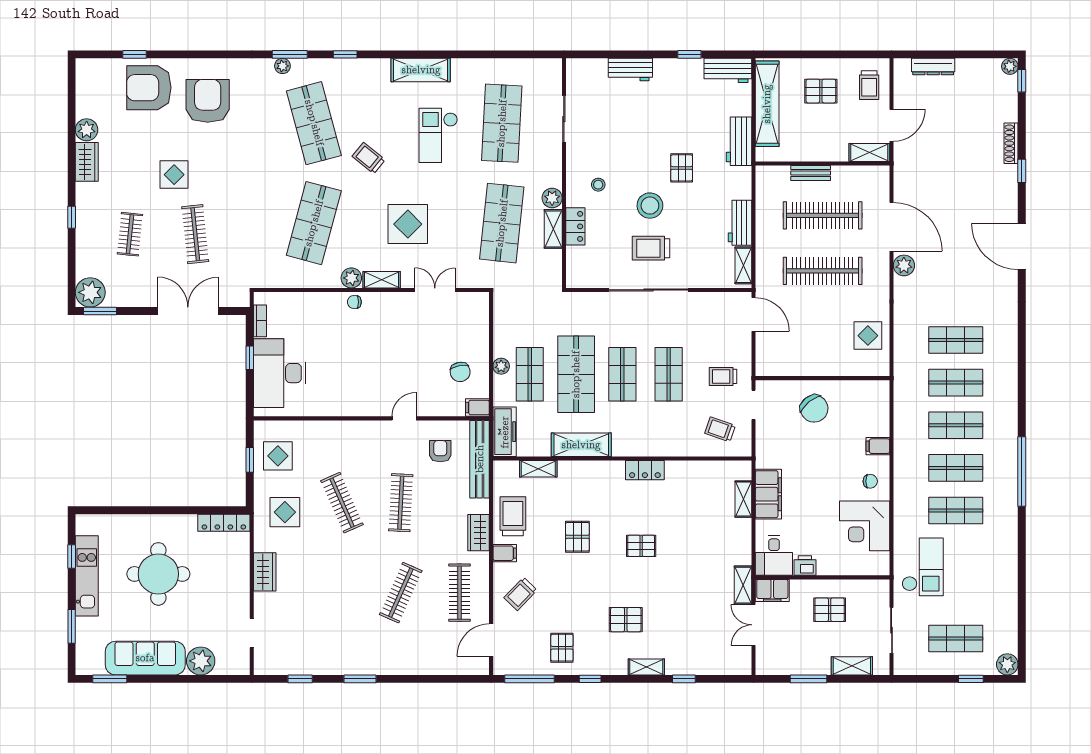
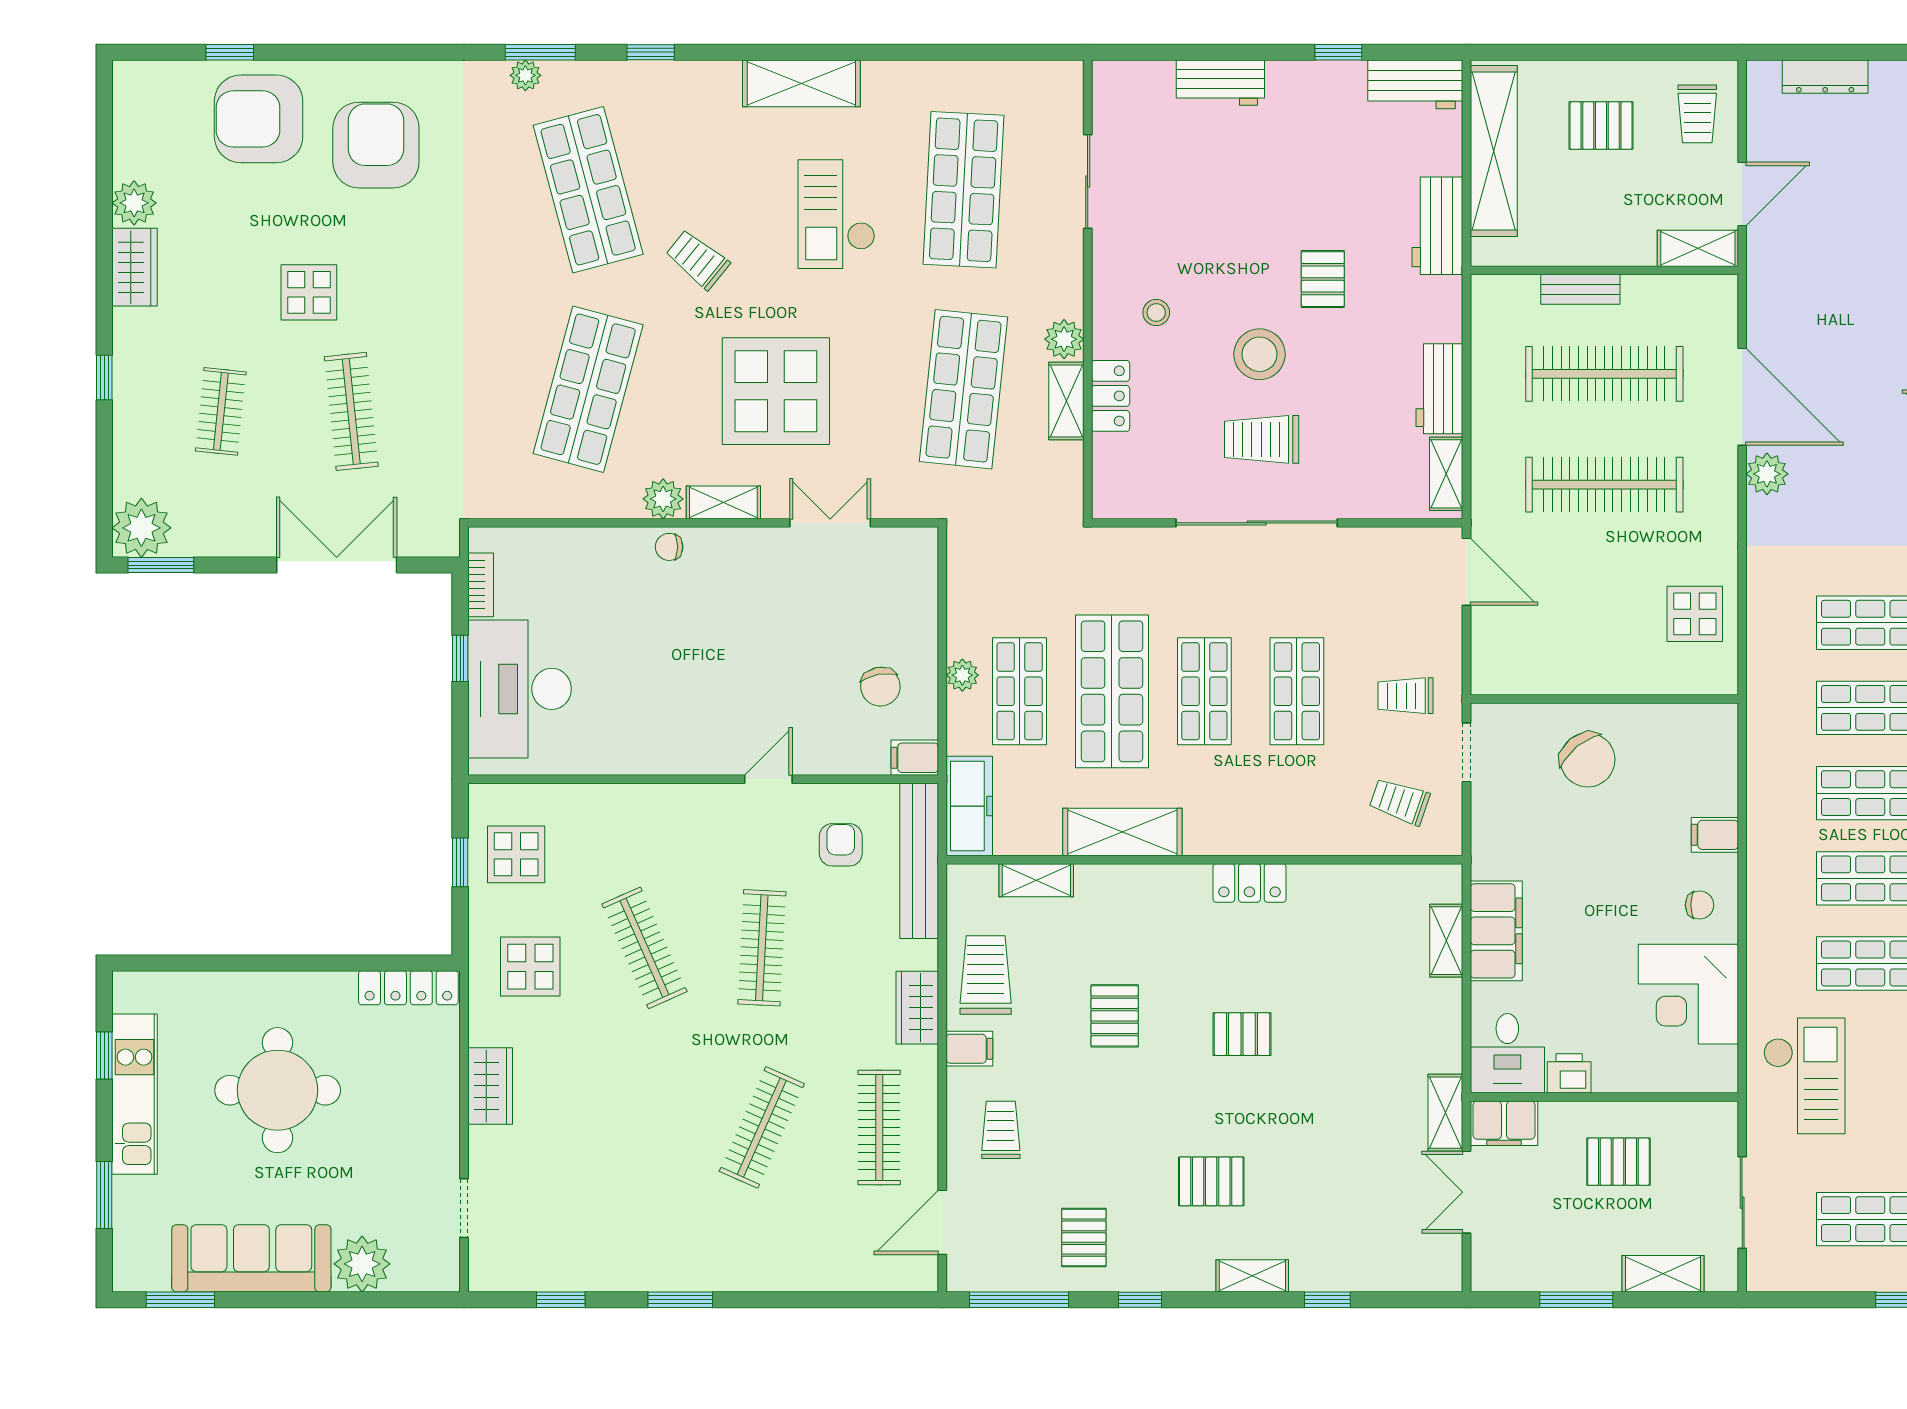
display table: (408, 224) -> (776, 391), width x1.36, depth x1.36
trolley: (520, 594) -> (1001, 1130), turned 136

